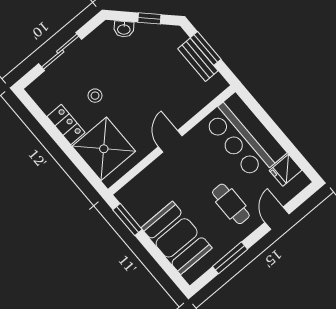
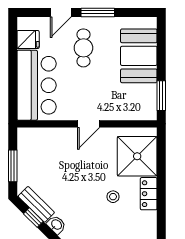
bench: (198, 60) -> (36, 204), moved, turned -45
window: (230, 258) -> (98, 12), moved

